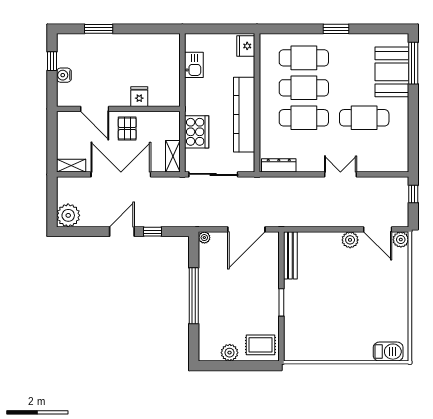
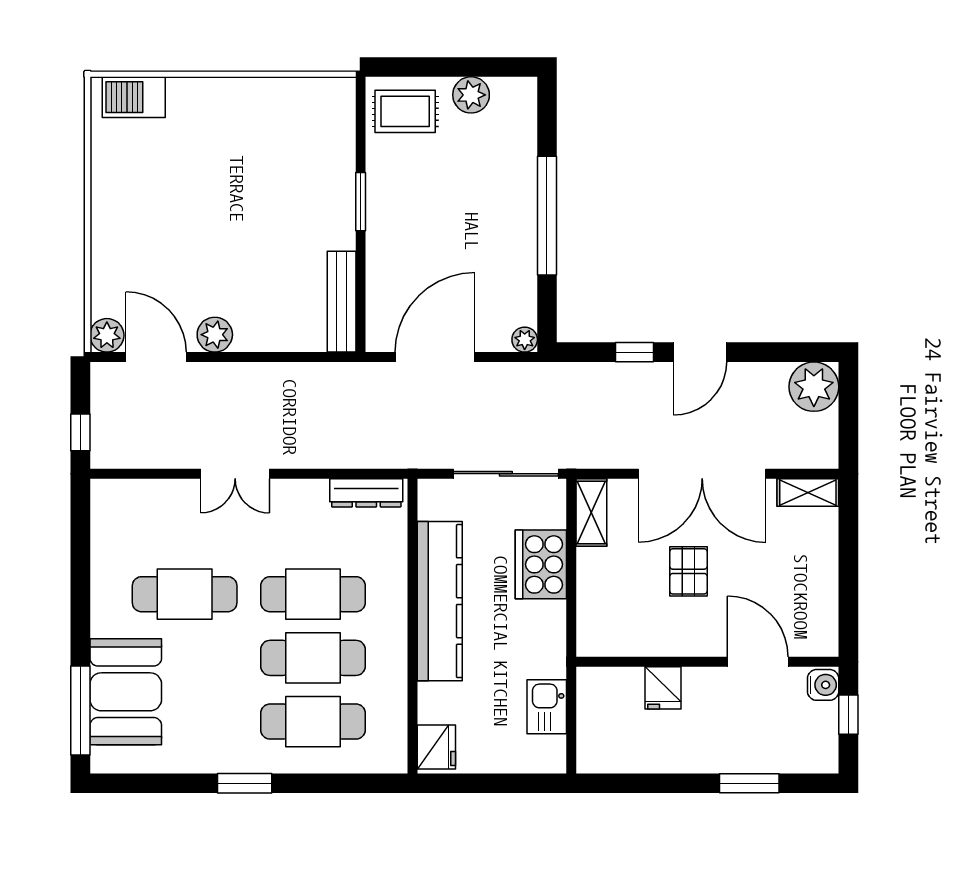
fridge: (139, 97) -> (663, 688), moved
door: (95, 109) -> (758, 662), moved
wall: (118, 109) -> (707, 662), moved

